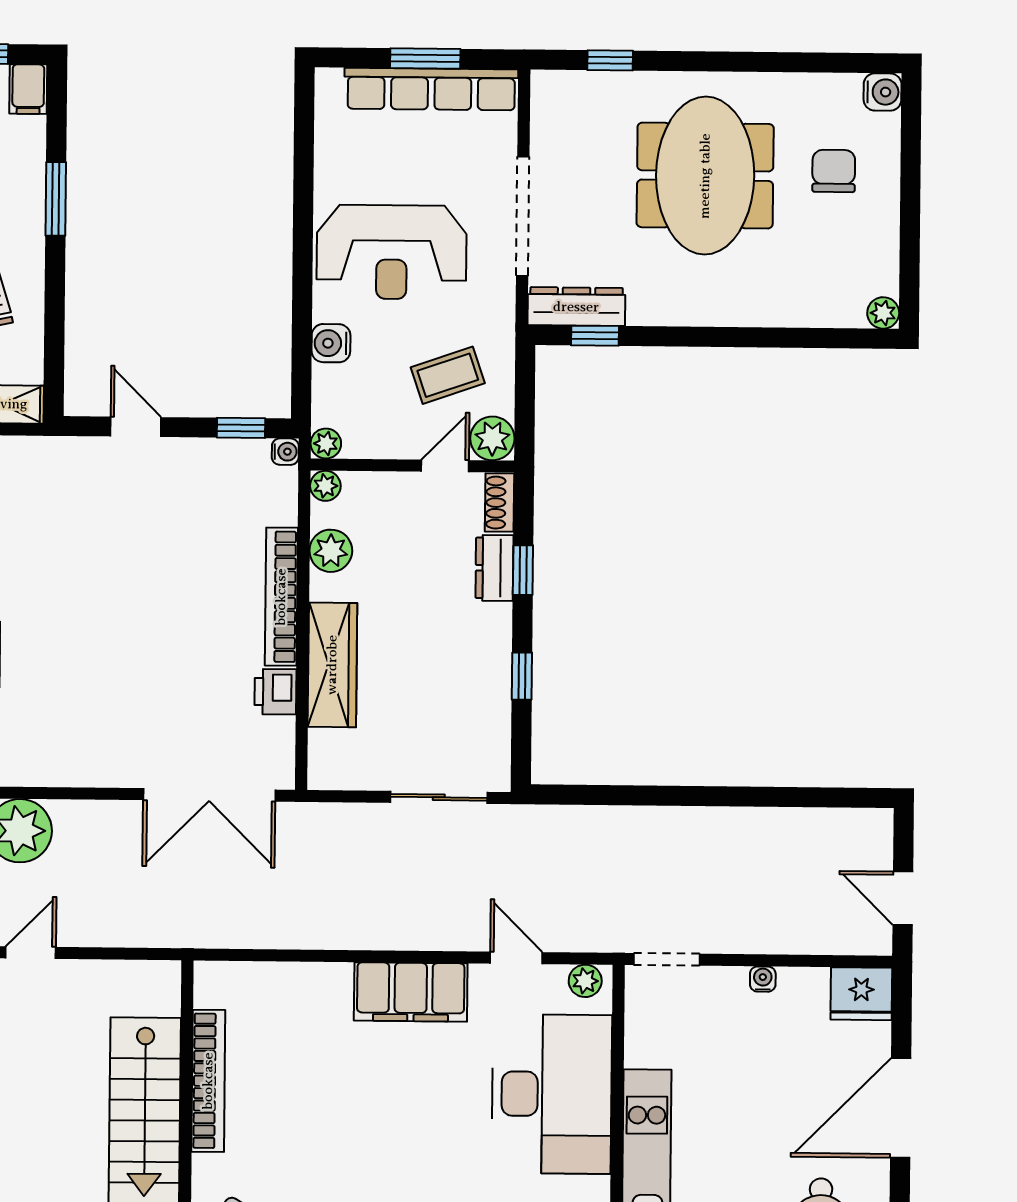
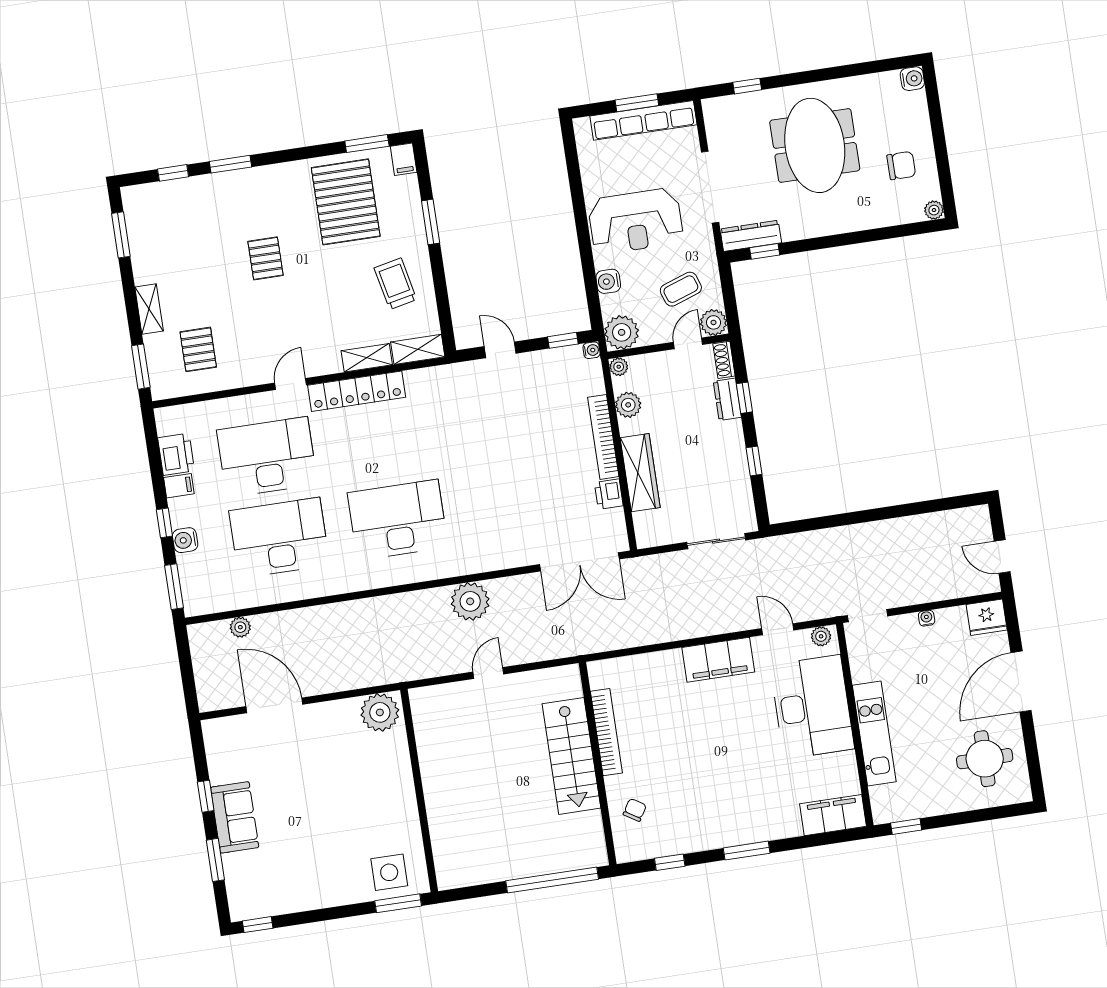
chair: (834, 171) -> (901, 166), moved, turned 90
plant: (326, 444) -> (622, 332), width x1.88, depth x1.88

